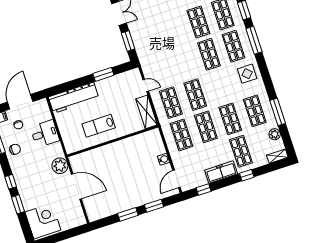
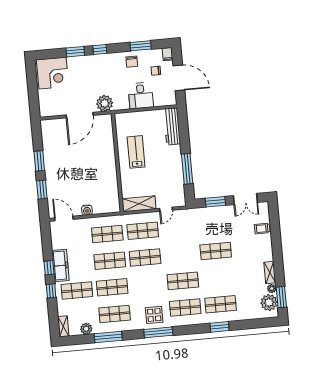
shop shelf: (198, 22) -> (216, 251), moved
window: (254, 40) -> (158, 332), moved
window: (103, 74) -> (187, 169), width x1.44
workbench: (74, 98) -> (172, 126), width x0.73, depth x0.76
window: (204, 189) -> (49, 268), moved

